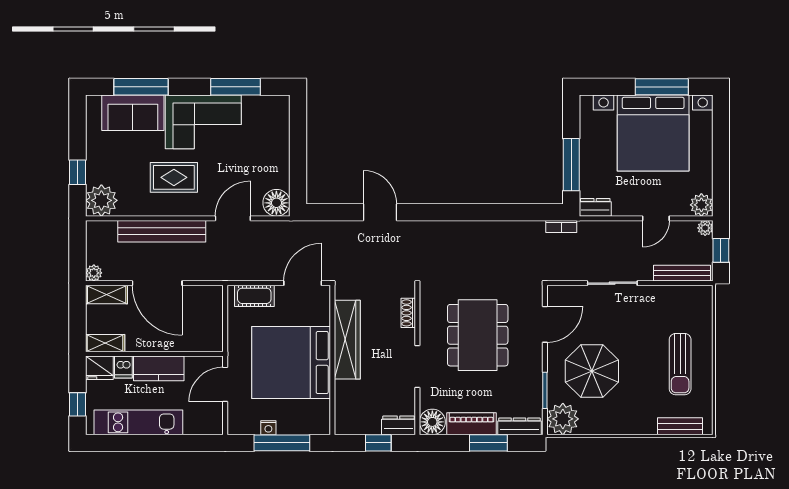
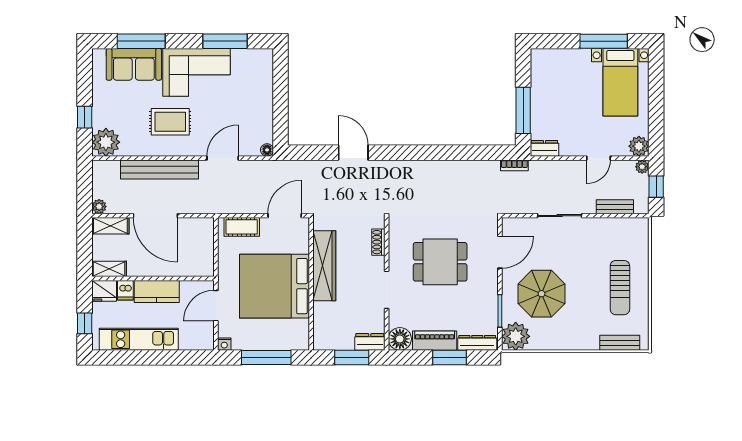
bed with nightstands: (653, 133) -> (620, 82), width x0.54
floor lamp: (276, 203) -> (267, 150), width x0.53, depth x0.53
bench: (682, 273) -> (615, 207), width x0.73
dining table: (478, 335) -> (440, 262), width x0.73
nightstand: (268, 428) -> (224, 344), moved
window: (378, 443) -> (352, 358), width x1.50

